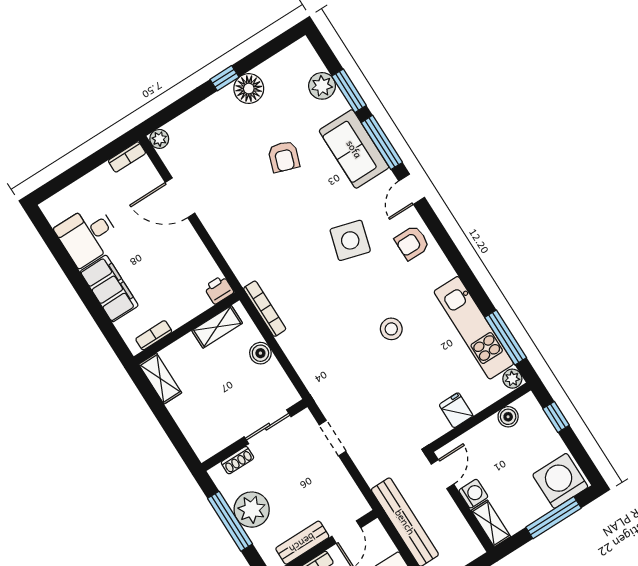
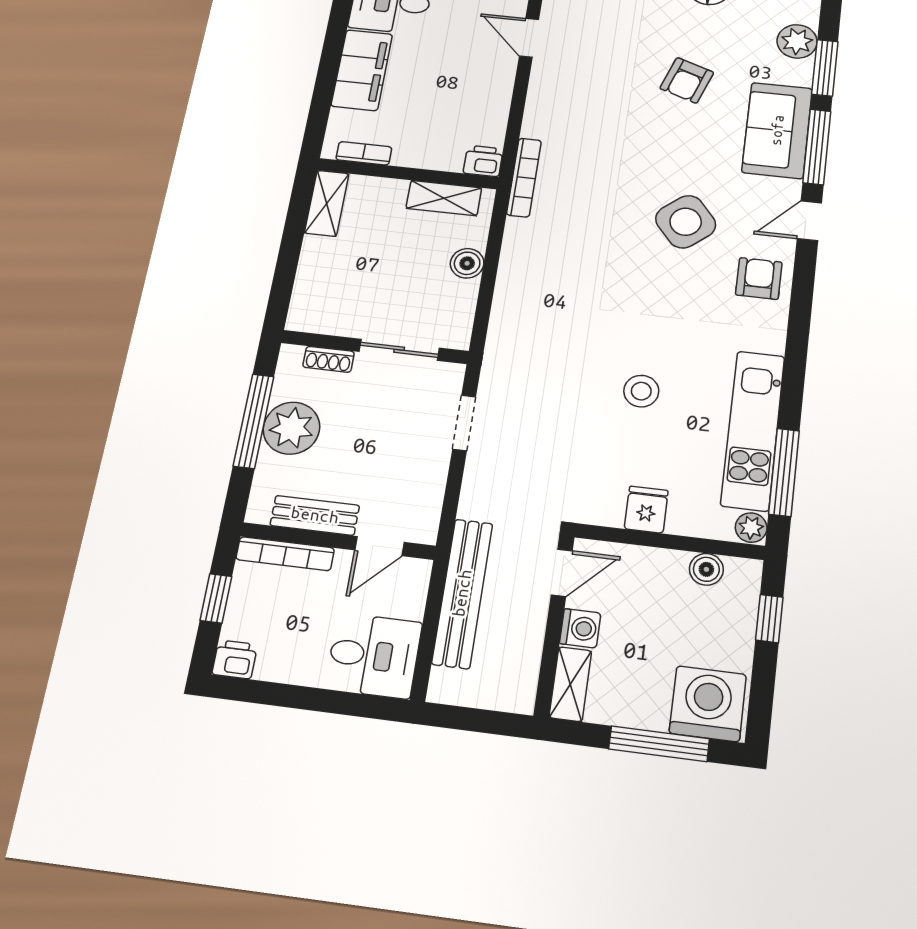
door: (180, 198) -> (529, 38), width x0.73
side table: (350, 240) -> (686, 222), turned 34
armchair: (412, 243) -> (759, 278), turned 90
bookcase: (265, 309) -> (524, 177), moved
stool: (391, 329) -> (641, 391), moved

